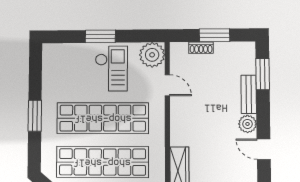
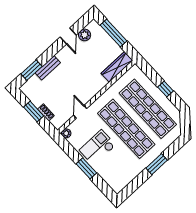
plant: (152, 55) -> (66, 133), width x0.53, depth x0.53
plant: (247, 124) -> (85, 35), moved

